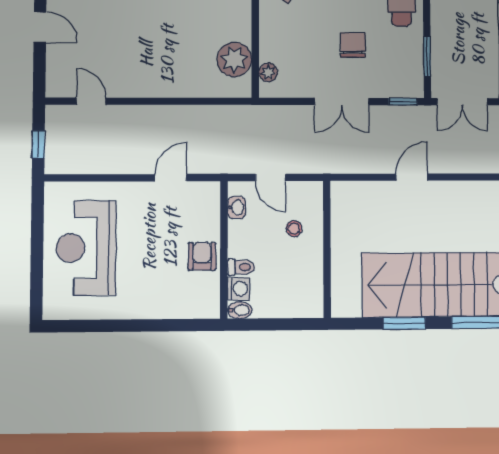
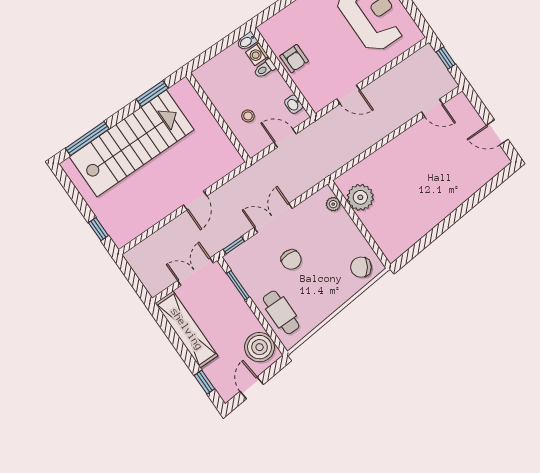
door: (171, 178) -> (348, 94), hinge flipped
window: (404, 323) -> (152, 94), moved

